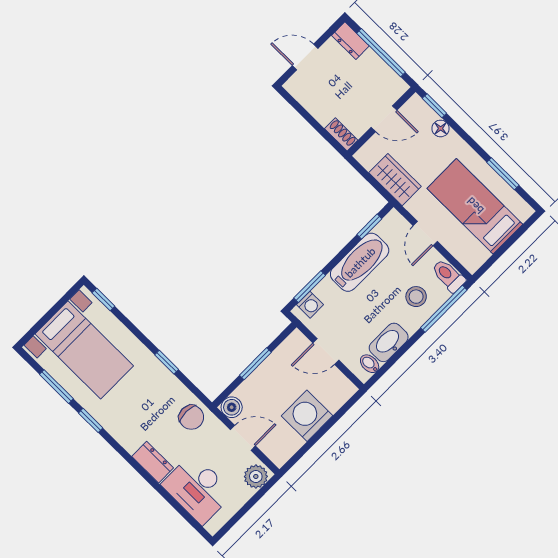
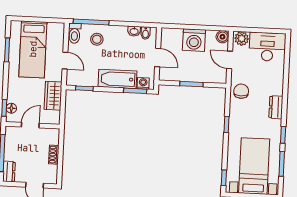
door: (384, 119) -> (30, 125), hinge flipped
floor lamp: (441, 128) -> (11, 108), moved
shoe rack: (341, 134) -> (54, 155), moved
door: (425, 233) -> (65, 61), hinge flipped
bathtub: (360, 262) -> (117, 79), moved
washbasin: (389, 342) -> (134, 31), width x0.52, depth x0.69
boiler: (232, 407) -> (222, 37), moved
dresser: (153, 462) -> (276, 107), moved
desk: (198, 489) -> (267, 47), moved, turned -90

